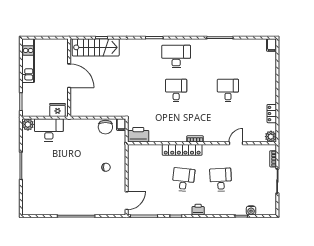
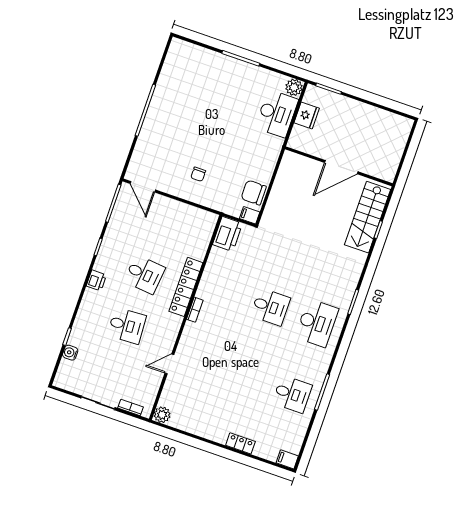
kitchen unit: (28, 61) -> (381, 118), removed
desk: (228, 90) -> (292, 394), moved
fridge: (58, 110) -> (307, 115), moved
locker: (272, 114) -> (240, 443), moved
door: (236, 143) -> (169, 364), swing flipped

